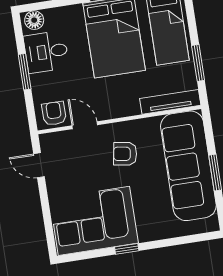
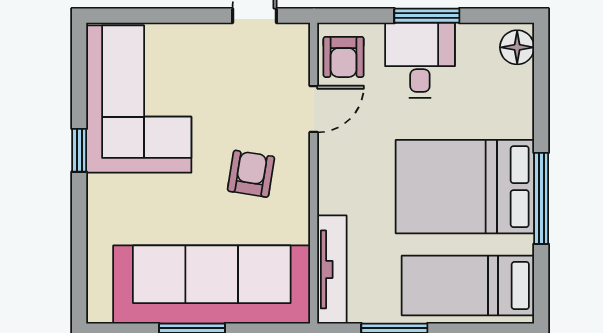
desk: (46, 52) -> (420, 60), moved
armchair: (54, 113) -> (344, 57), turned 90

